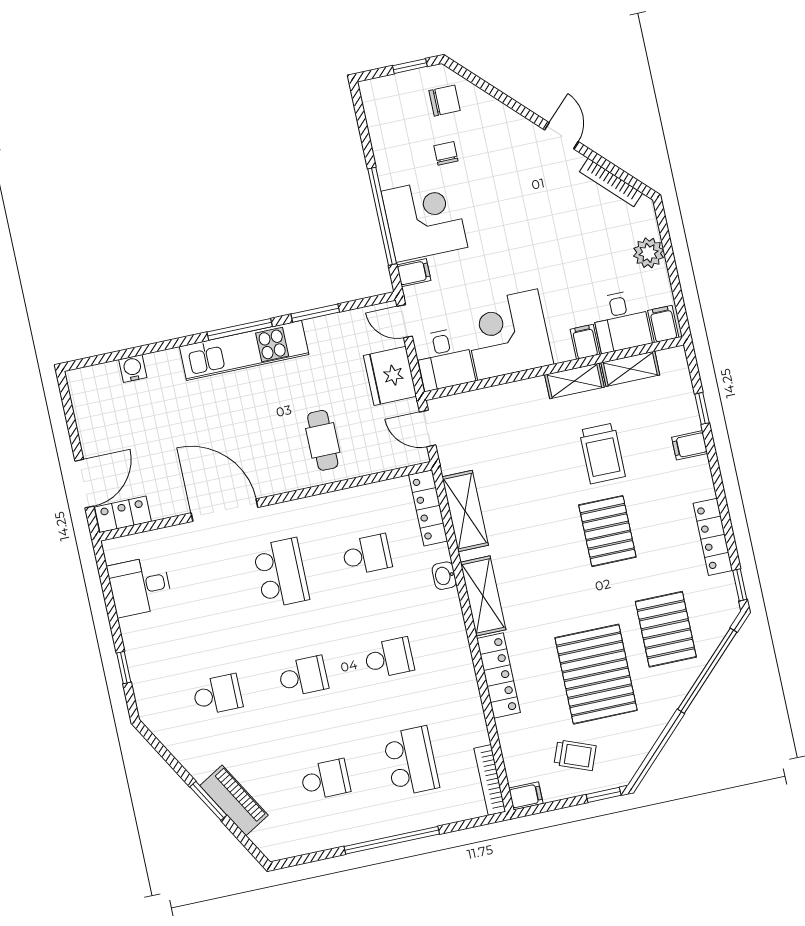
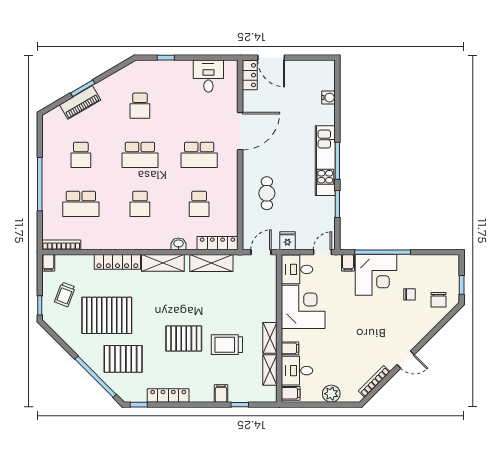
fridge: (390, 376) -> (287, 241), width x0.53, depth x0.75
cafe table: (323, 440) -> (267, 193), turned 90
school desk: (303, 676) -> (140, 155), width x1.85

